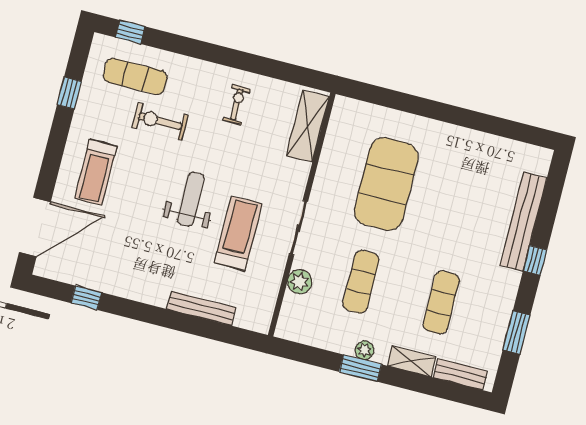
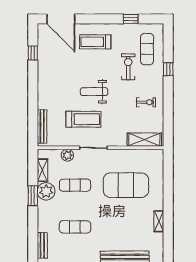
window: (130, 32) -> (168, 69), moved
shelving: (472, 139) -> (159, 221), added
weight bench: (191, 199) -> (94, 92), turned 180
bench: (201, 308) -> (42, 126), moved
plant: (364, 350) -> (46, 191), width x1.87, depth x1.87
shelving: (412, 361) -> (42, 170), moved

